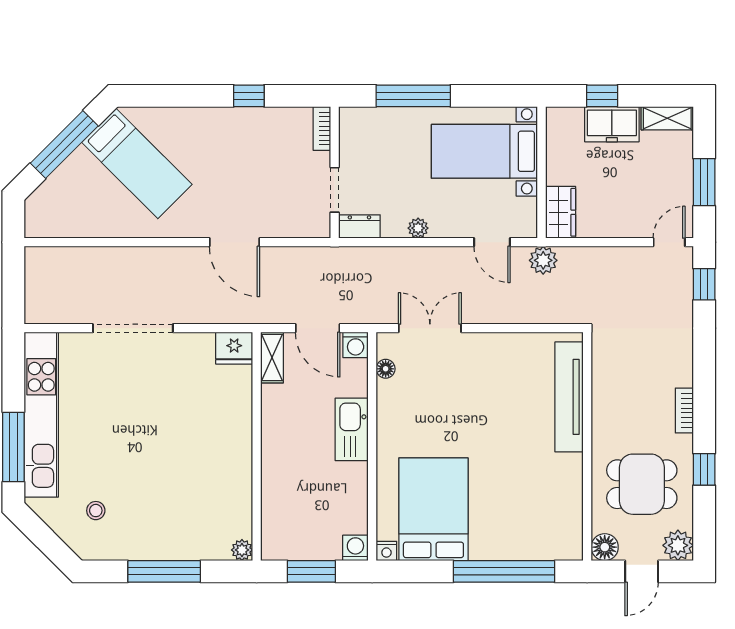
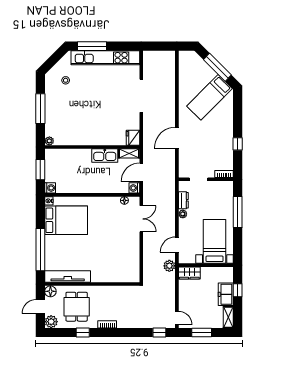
dresser: (359, 226) -> (183, 200), moved
tv unit: (569, 397) -> (68, 277), moved
kitchen sink: (352, 429) -> (105, 156), moved, turned 180
door: (642, 571) -> (40, 307), hinge flipped

